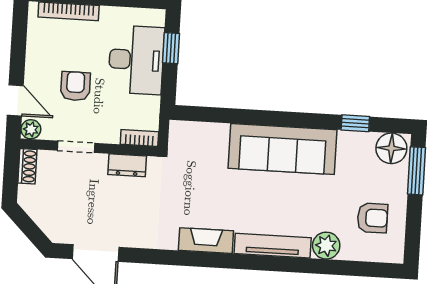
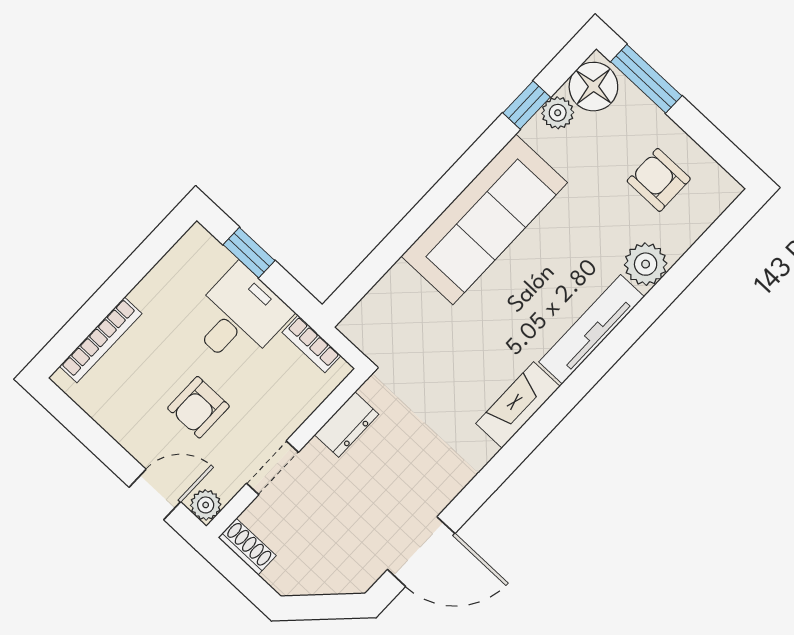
desk: (136, 60) -> (239, 317), width x0.73
armchair: (75, 86) -> (198, 407), turned -90
bookcase: (139, 138) -> (312, 344), moved, turned -90
plant: (364, 142) -> (558, 113), added
armchair: (372, 218) -> (659, 180), turned -90

